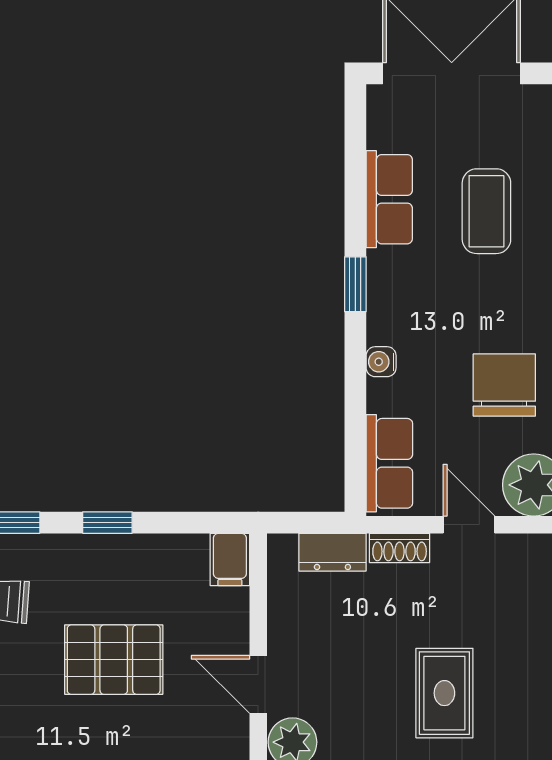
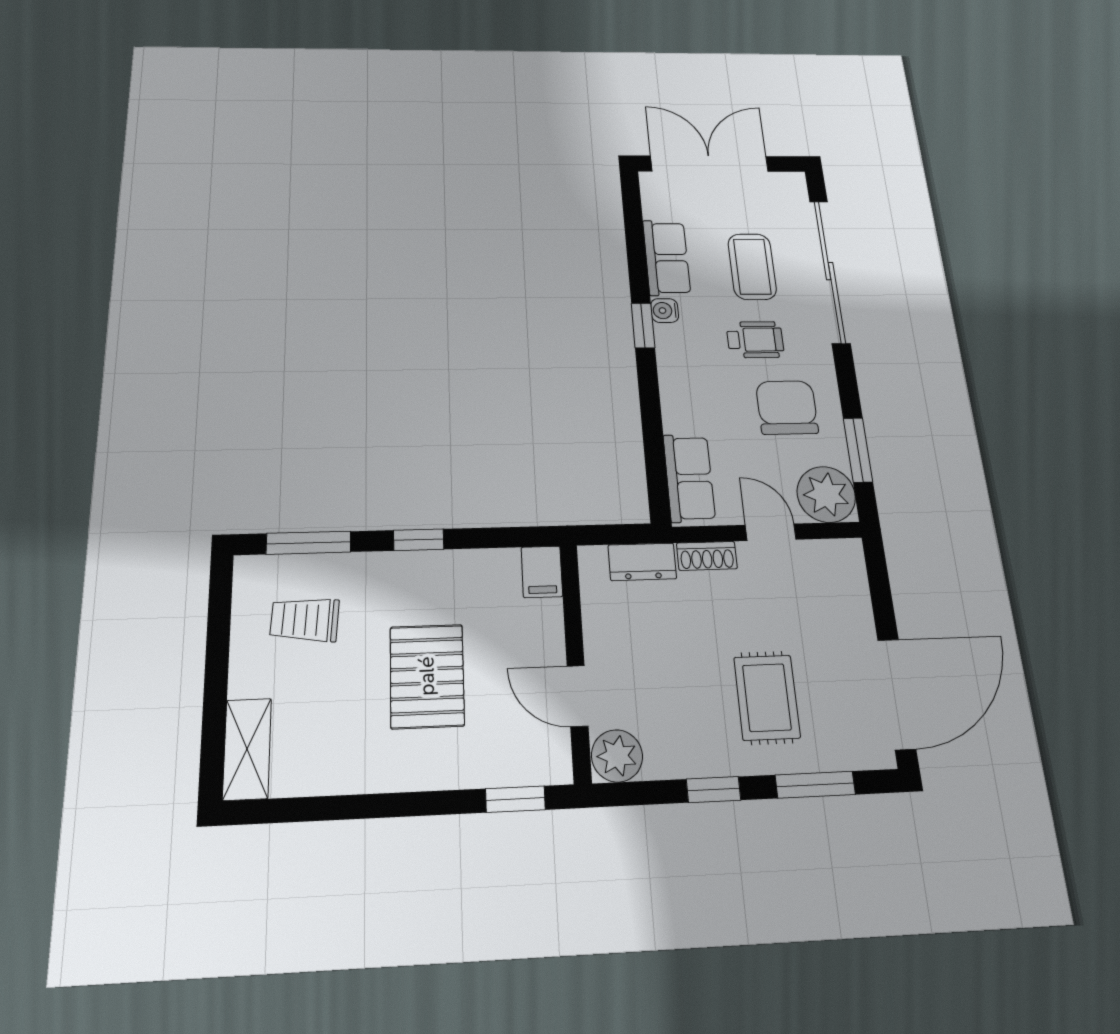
wheelchair: (479, 303) -> (755, 340), added
water cooler: (381, 362) -> (665, 311), moved
pallet: (114, 660) -> (427, 676), turned 90

